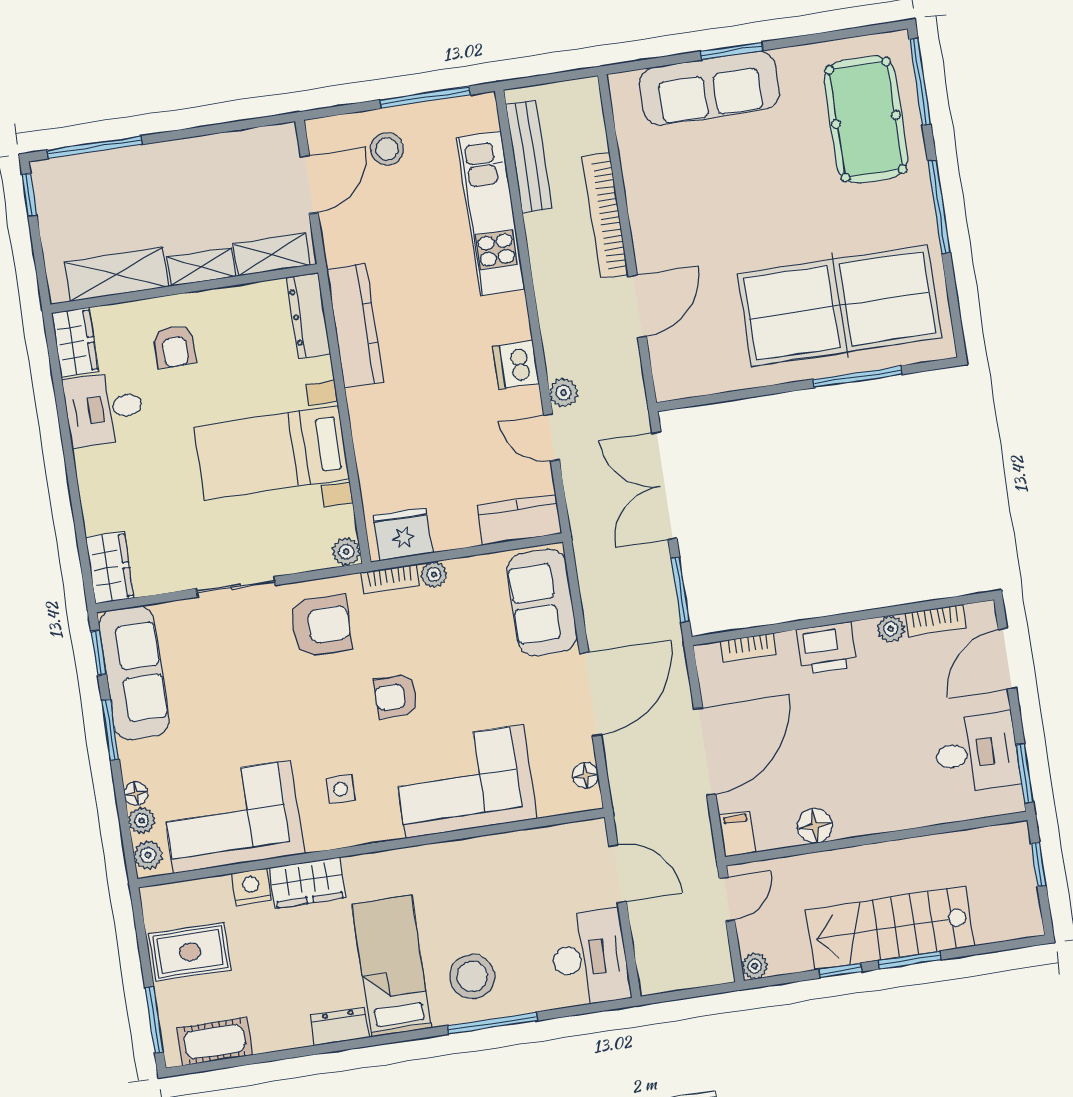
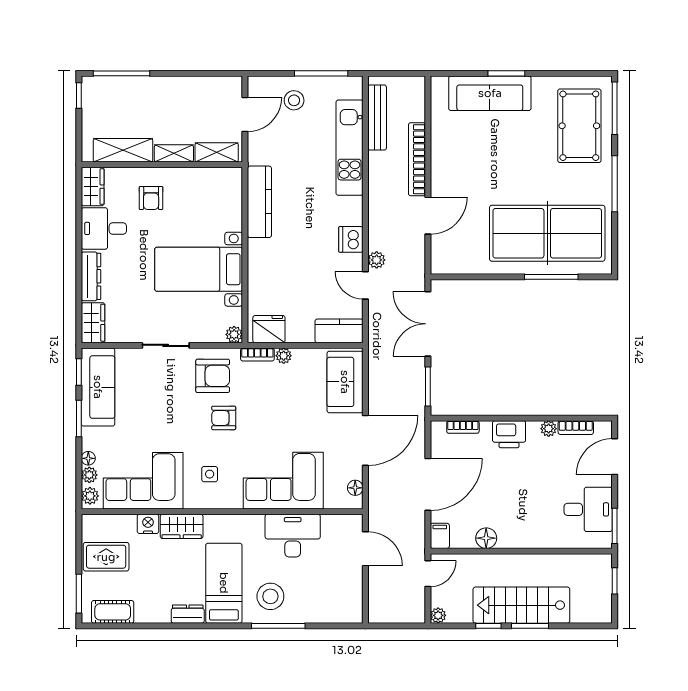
dresser: (309, 316) -> (91, 276), moved, turned 180
armchair: (396, 696) -> (224, 418), moved
desk: (590, 958) -> (293, 536), moved, turned -90

